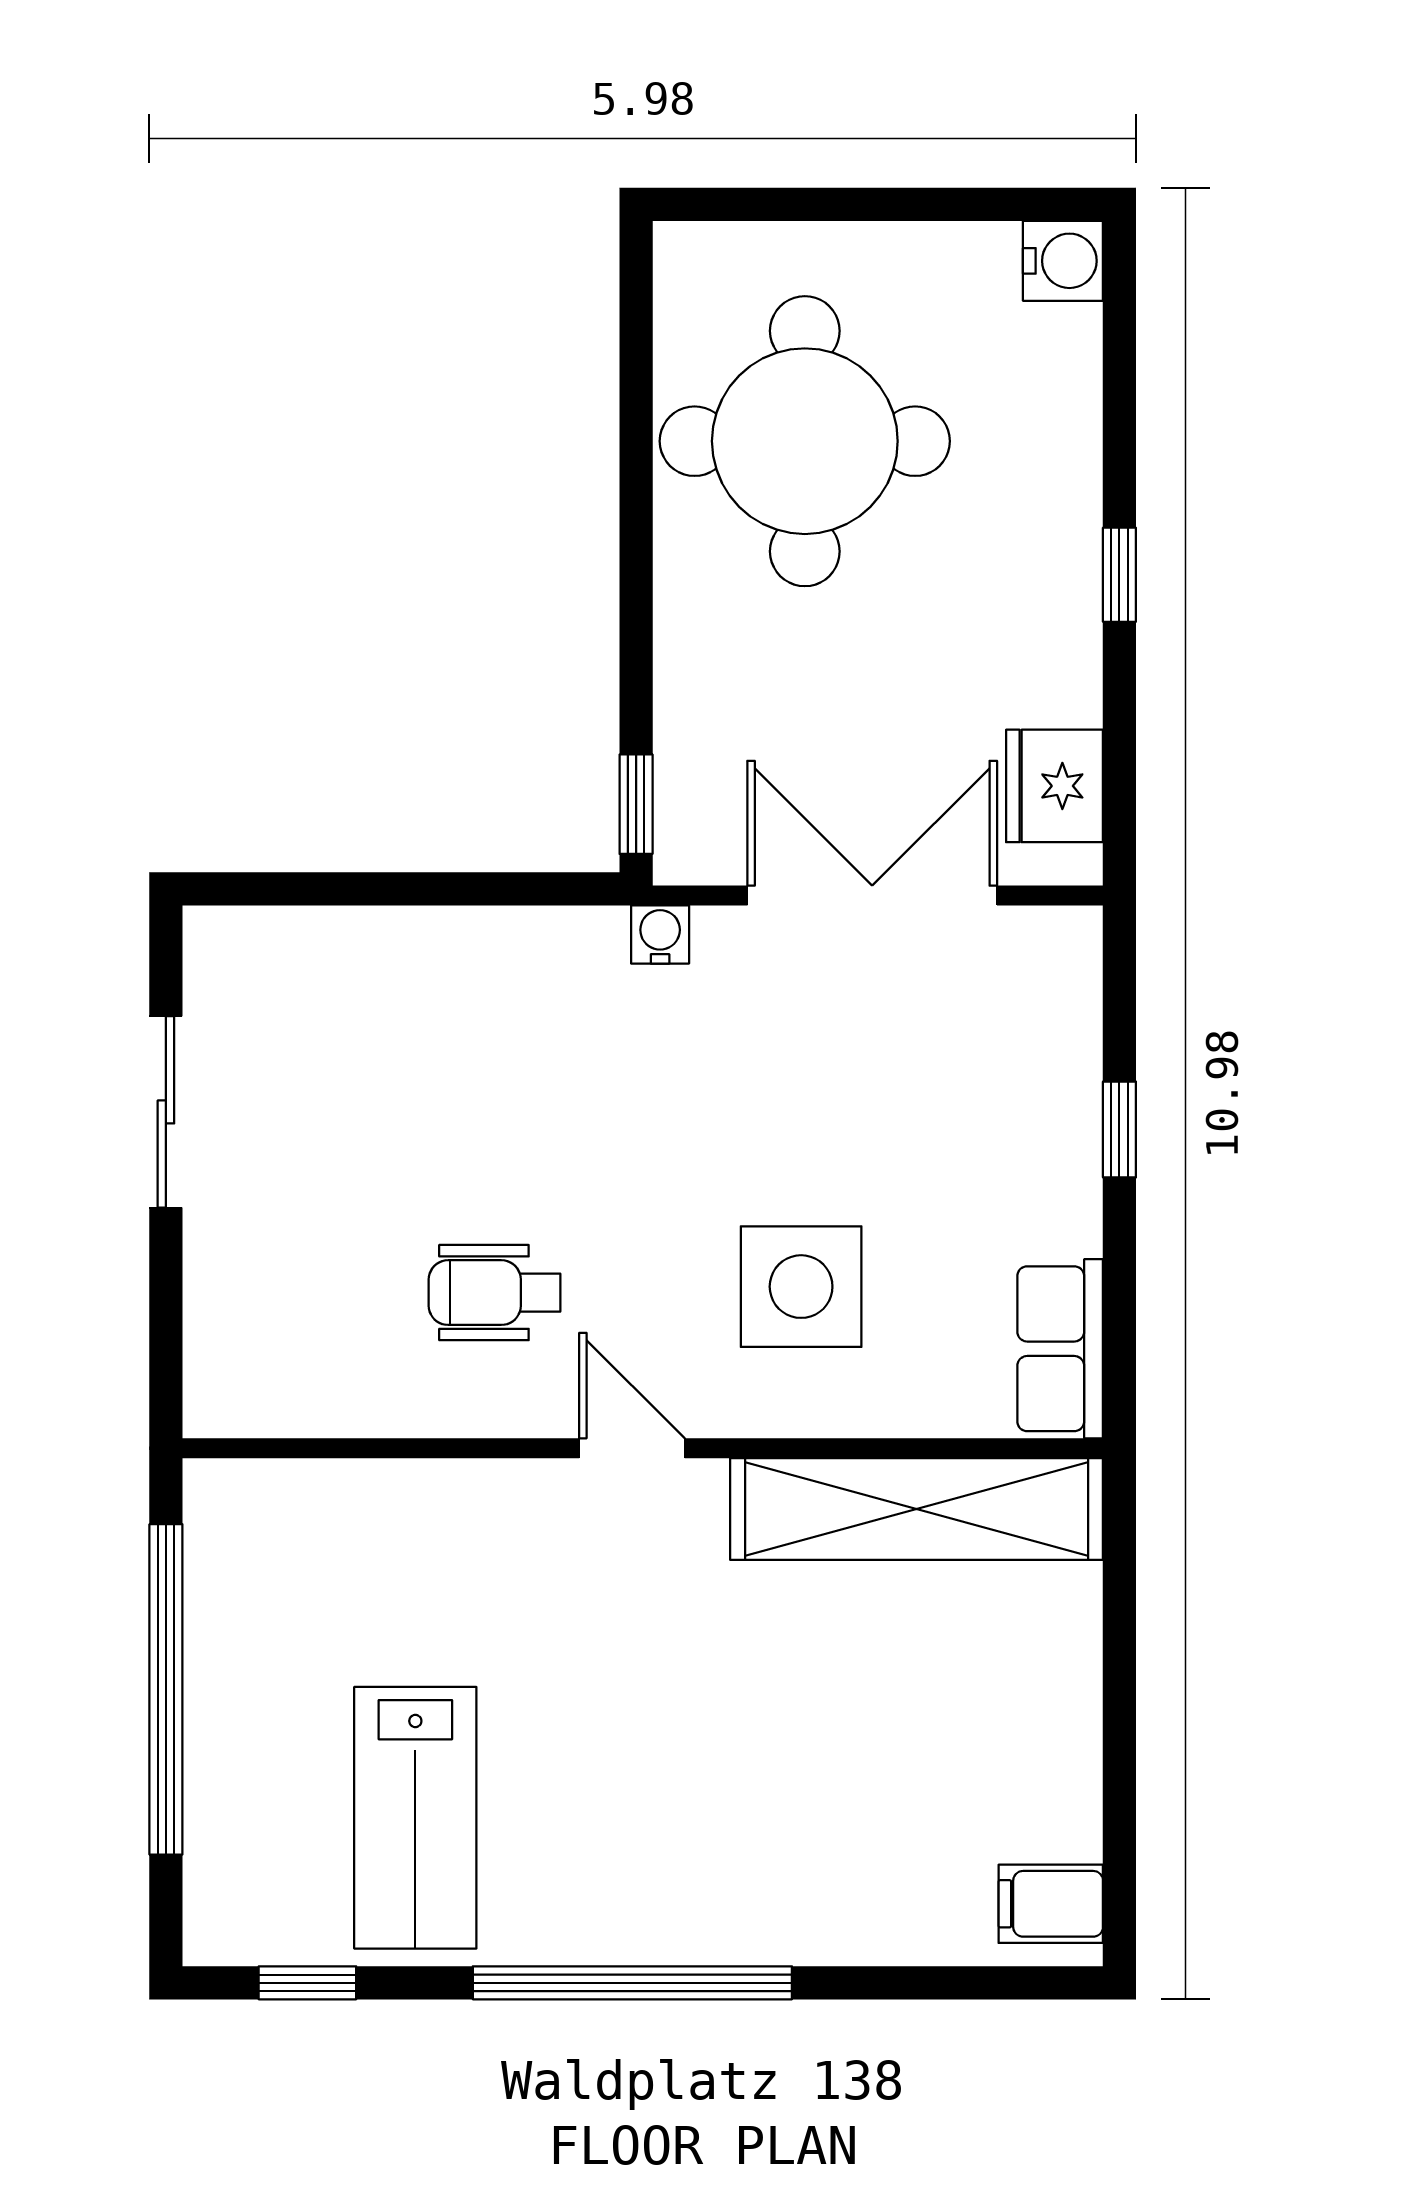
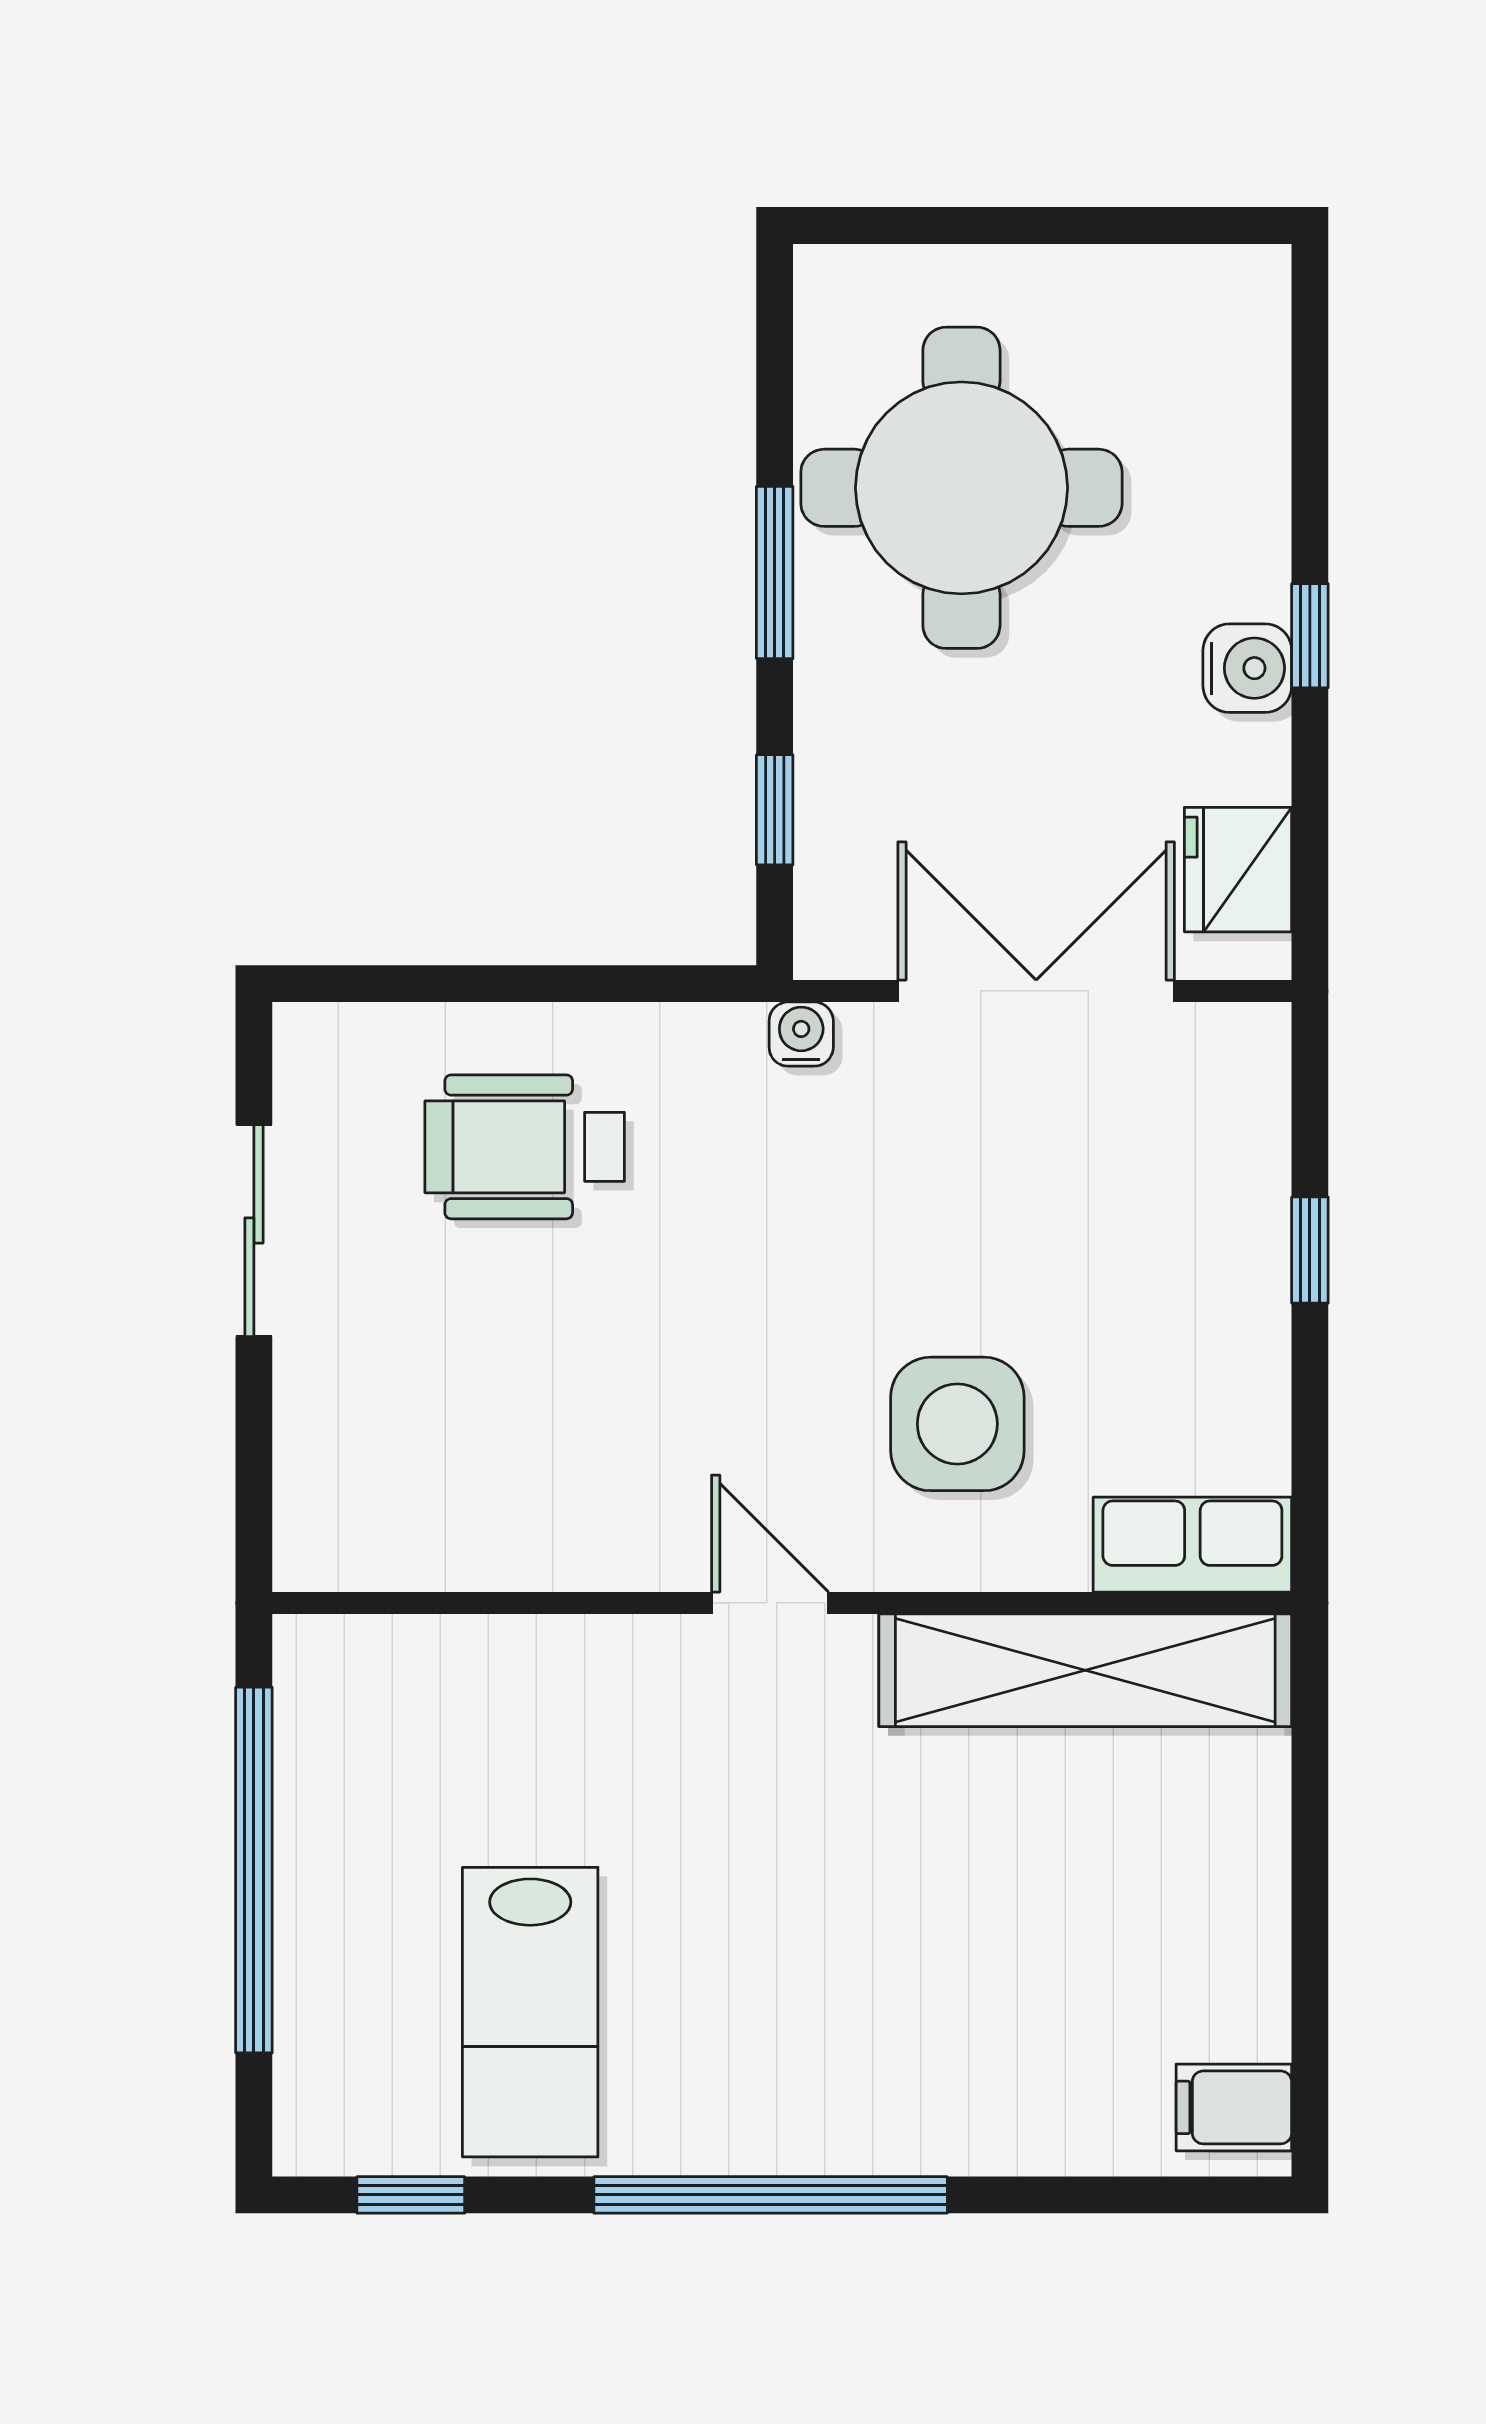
water cooler: (1063, 261) -> (1247, 668), moved
window: (636, 518) -> (775, 572), added
window: (636, 804) -> (775, 810), moved
wheelchair: (494, 1293) -> (525, 1147), moved, width x1.36, depth x1.37
row of seats: (1060, 1349) -> (1192, 1545), moved, turned 90

